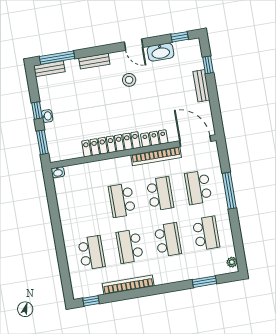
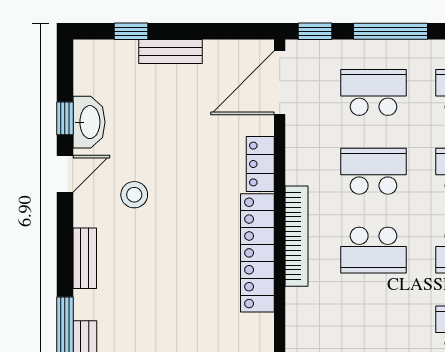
window: (180, 37) -> (65, 118), moved
window: (223, 154) -> (315, 31), added
bookcase: (156, 156) -> (296, 236), moved
school desk: (198, 187) -> (374, 92), turned 180

